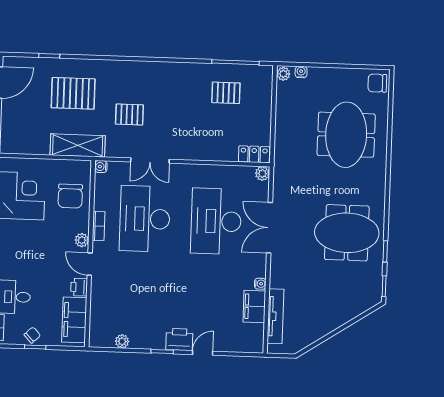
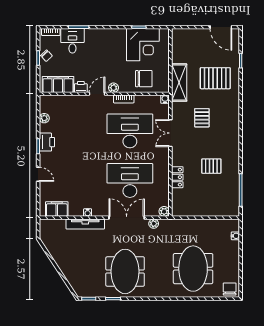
plant: (283, 74) -> (154, 224), moved
pallet: (73, 93) -> (215, 78), turned 90
pallet: (226, 93) -> (211, 166), moved, turned 90
meeting table: (346, 135) -> (193, 269), turned 90
locker: (254, 154) -> (177, 177), moved
chair: (70, 196) -> (144, 79), turned 180
filing cabinet: (254, 306) -> (57, 209), moved
tv unit: (275, 316) -> (85, 224), moved
printer: (179, 340) -> (47, 142), moved

